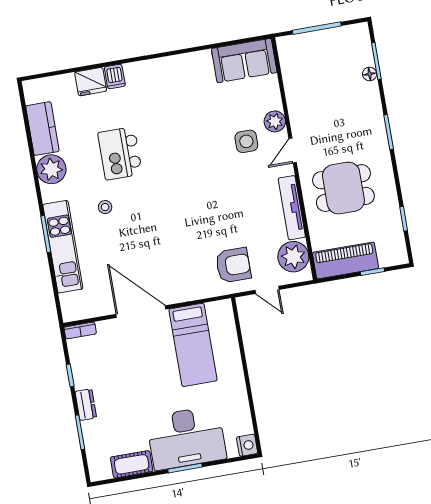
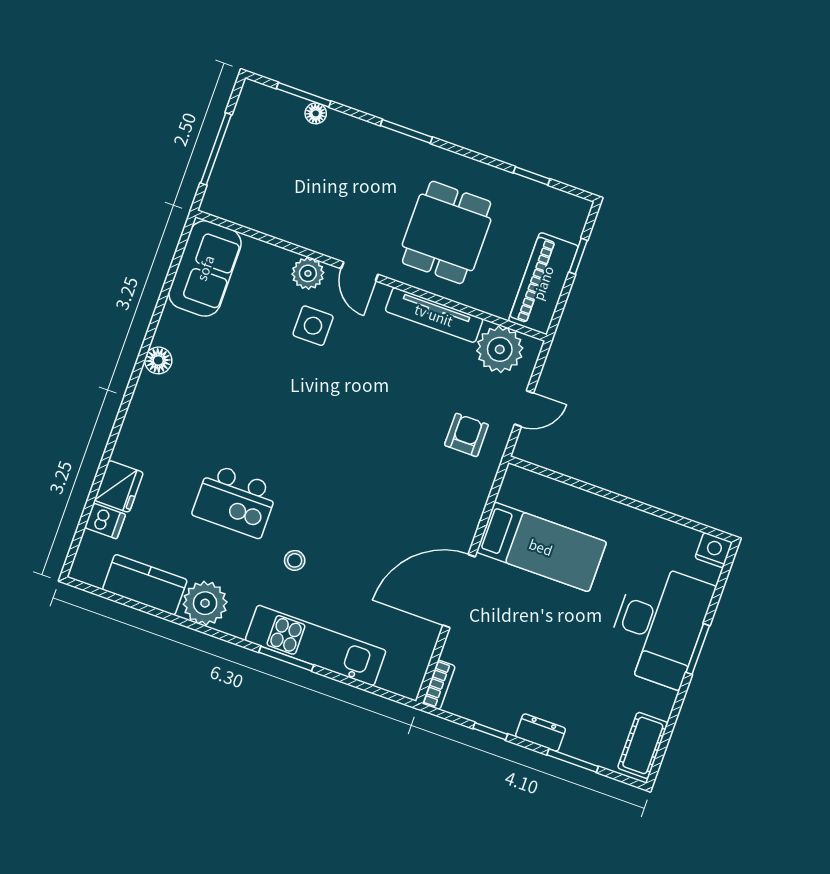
floor lamp: (176, 63) -> (158, 360), added
dishwasher: (115, 77) -> (105, 521), moved
armchair: (233, 265) -> (466, 435), width x0.72, depth x0.72
cot: (132, 464) -> (643, 745), moved

